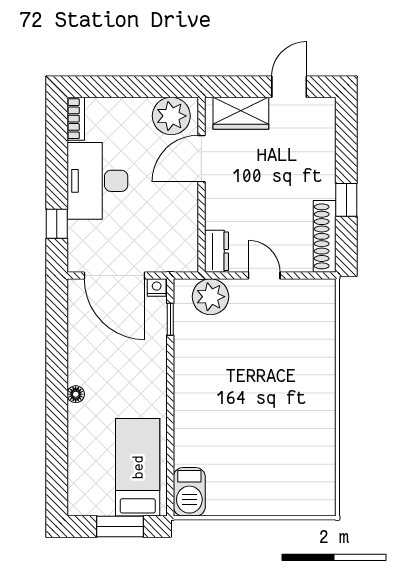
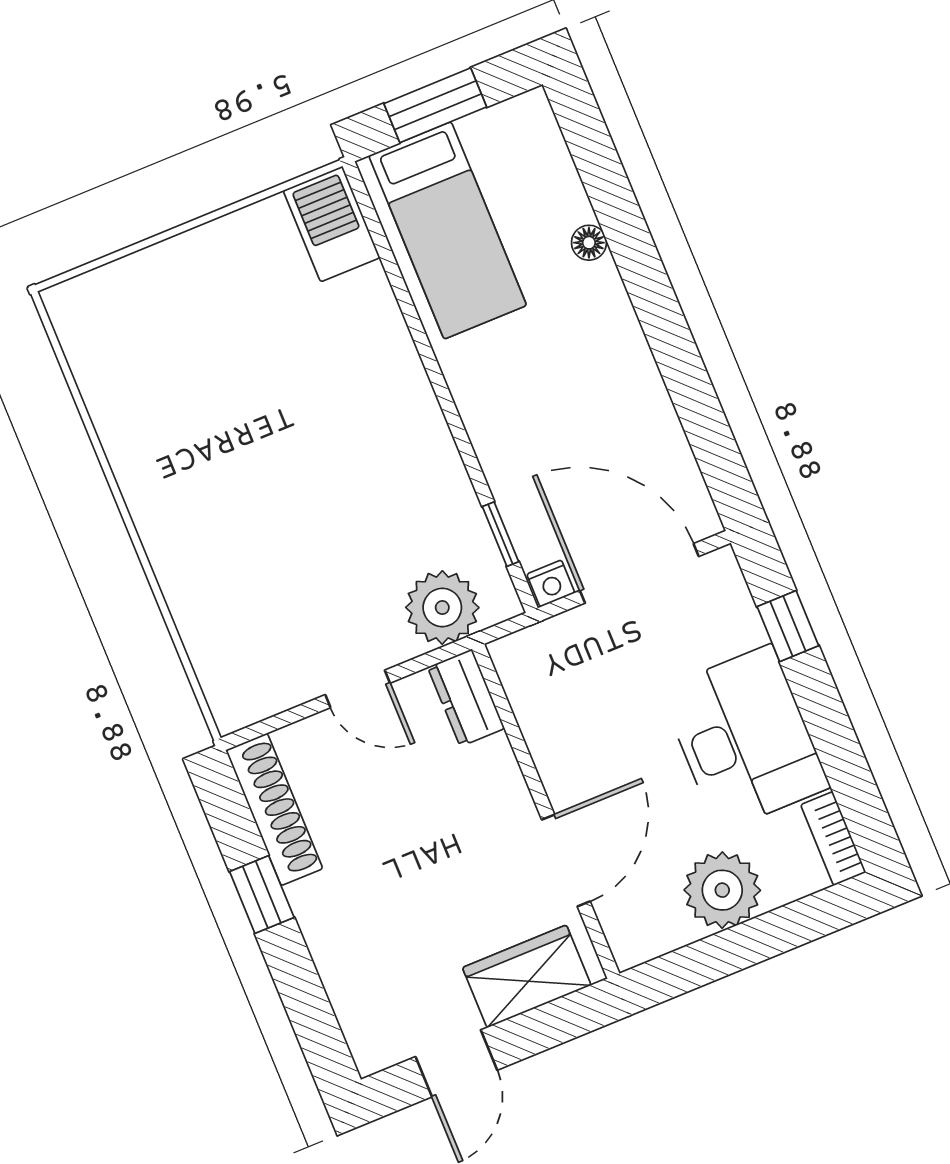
plant: (171, 116) -> (722, 890), moved
floor lamp: (76, 394) -> (589, 243), moved

